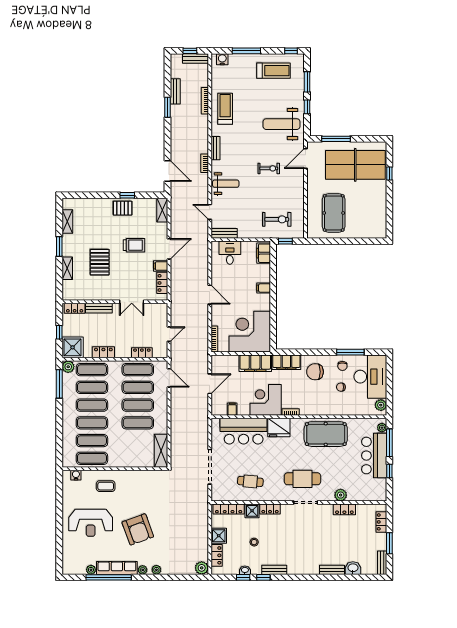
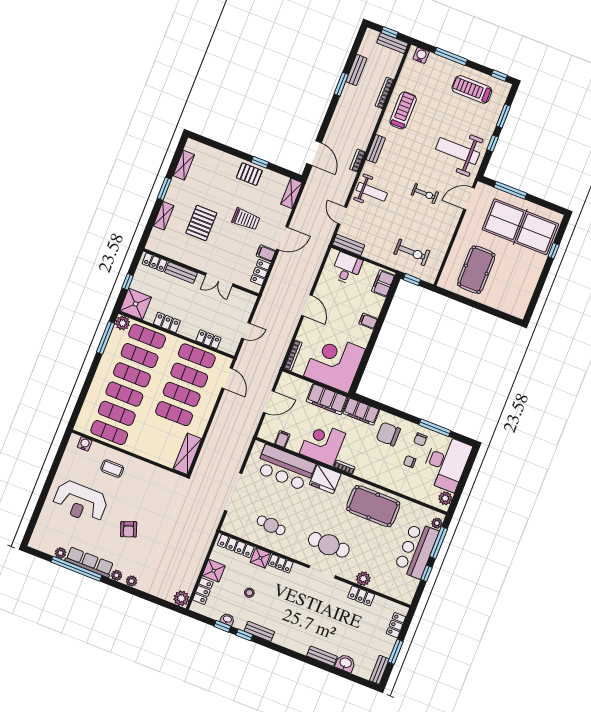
treadmill: (274, 71) -> (472, 89), turned 180
armchair: (138, 529) -> (129, 529), width x0.53, depth x0.53

